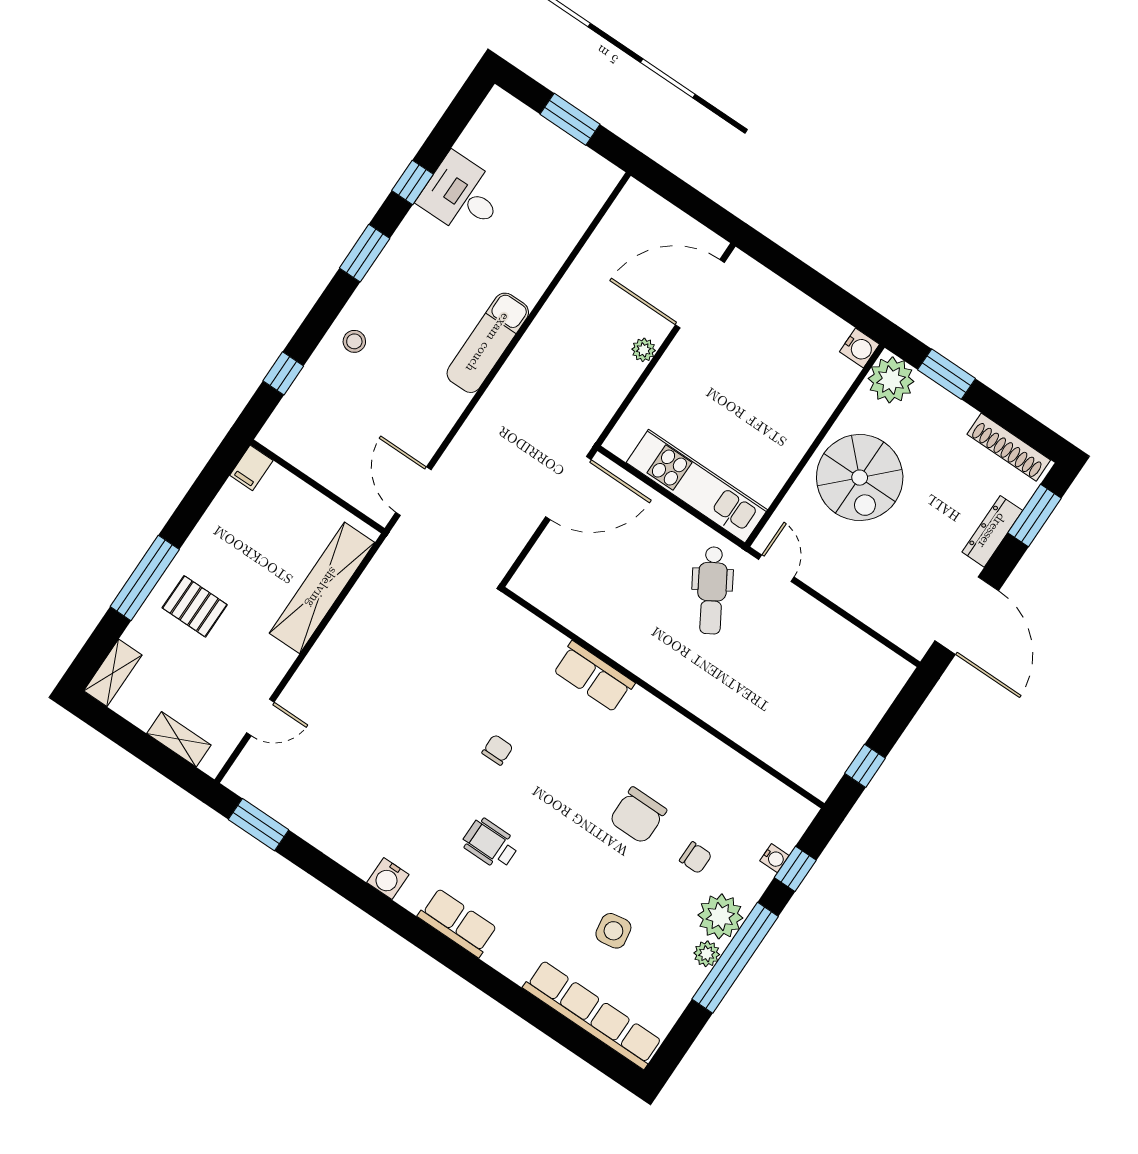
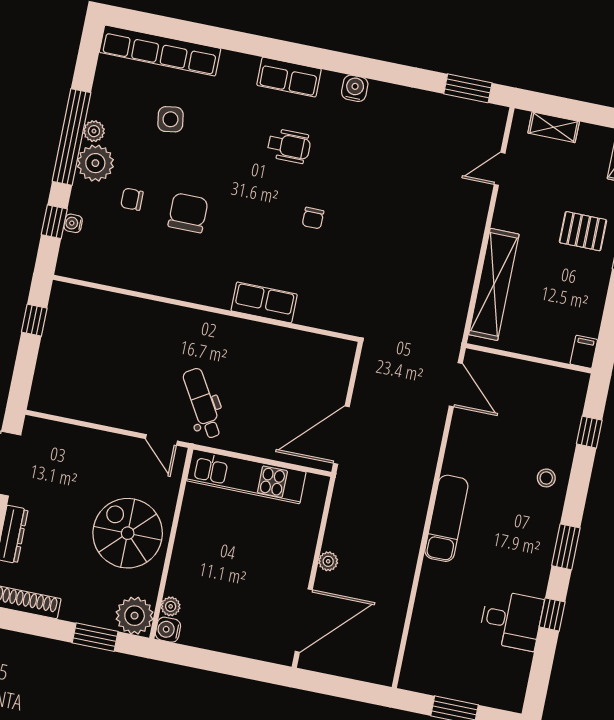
plant: (845, 373) -> (171, 606), added

